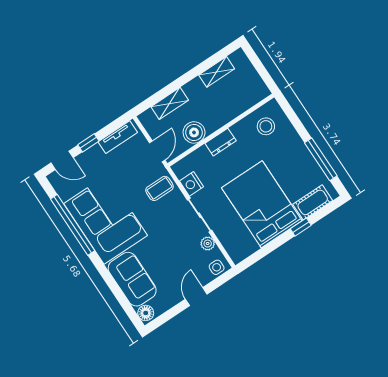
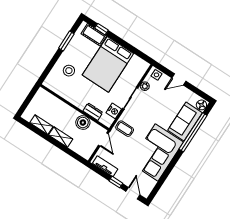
shelving: (170, 103) -> (61, 137), moved
stool: (266, 126) -> (69, 71), moved
dresser: (221, 142) -> (93, 112), moved
door: (157, 151) -> (103, 139), swing flipped
window: (321, 159) -> (66, 41), width x0.69
window: (73, 225) -> (193, 132), moved
window: (301, 227) -> (101, 29), moved

